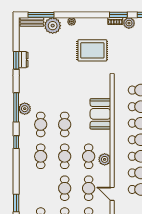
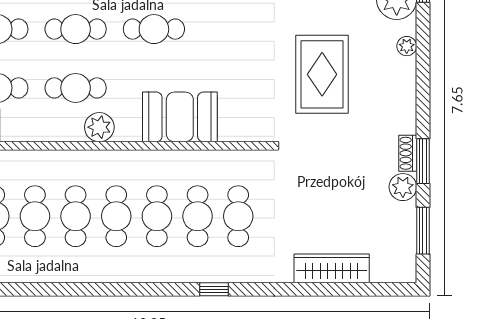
rug: (92, 50) -> (322, 74), moved
plant: (105, 159) -> (99, 127), moved

